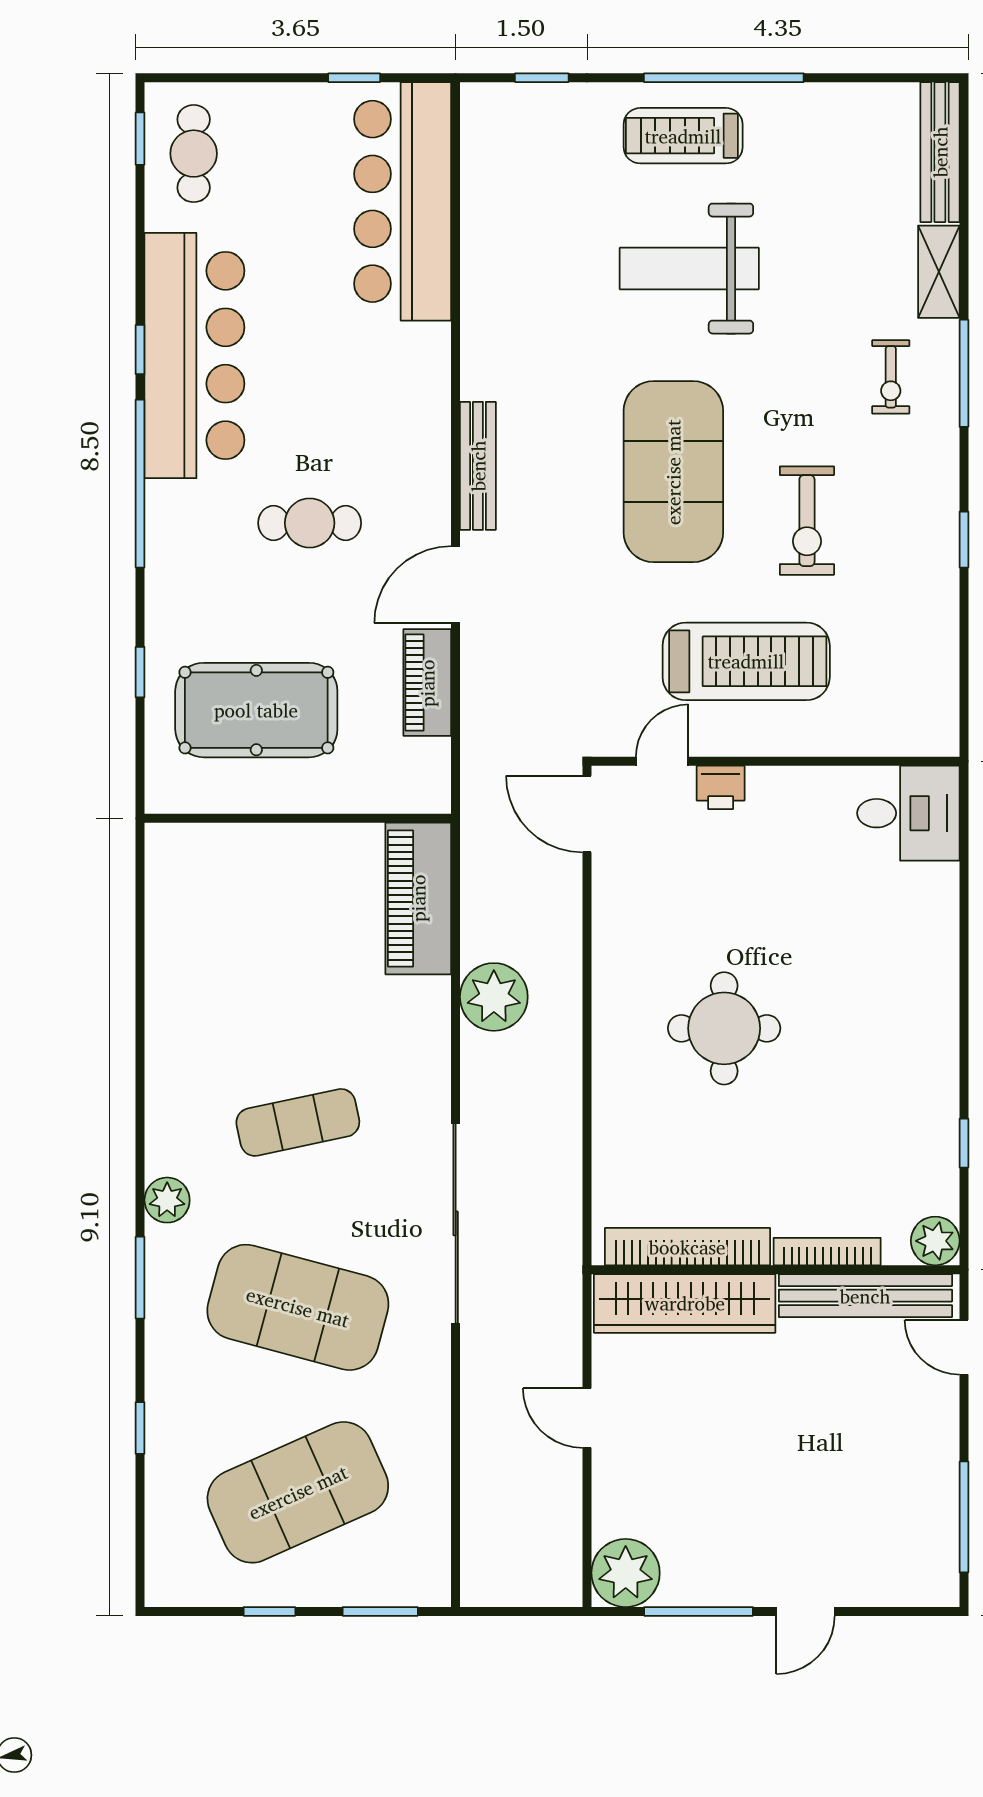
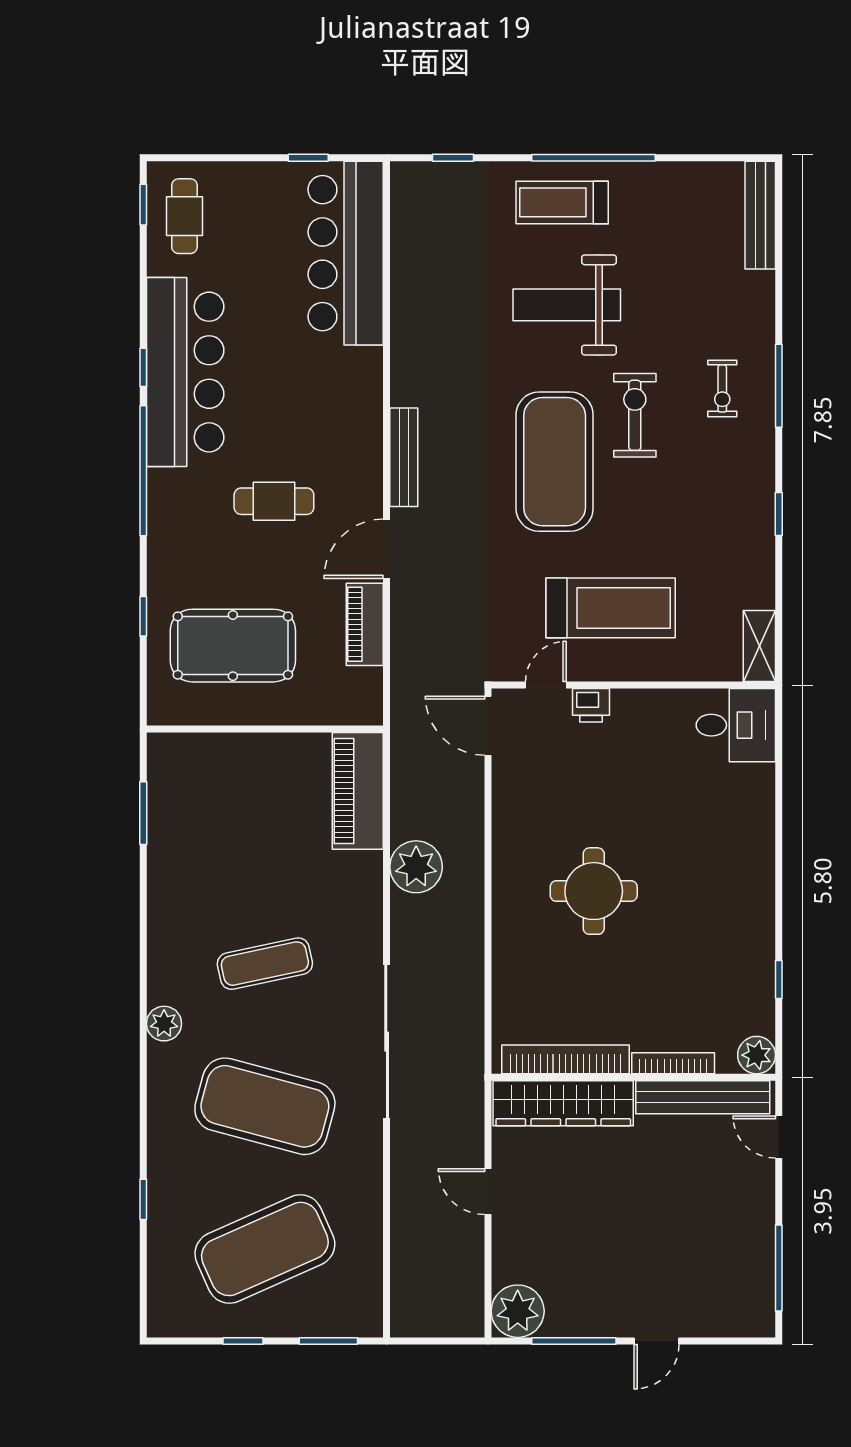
shelving: (939, 272) -> (759, 646), moved
exercise bike: (807, 521) -> (635, 415), moved, turned 180
window: (140, 1278) -> (143, 813), moved

